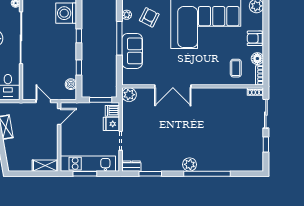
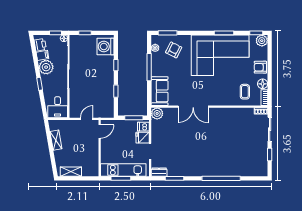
sofa: (132, 51) -> (160, 91), moved
boiler: (71, 84) -> (109, 105), removed
door: (43, 101) -> (87, 119), hinge flipped
plant: (190, 164) -> (207, 171), removed
shelving: (45, 166) -> (71, 172), moved

